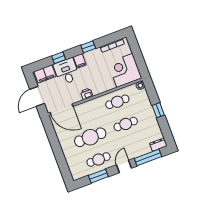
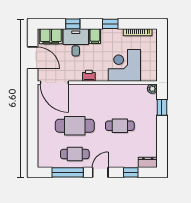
corner desk: (125, 70) -> (124, 65), moved
door: (37, 96) -> (33, 58), swing flipped
cafe table: (117, 102) -> (120, 97), removed
window: (158, 110) -> (162, 107), moved
window: (148, 158) -> (131, 172), width x0.46
window: (98, 176) -> (68, 172), width x1.44

